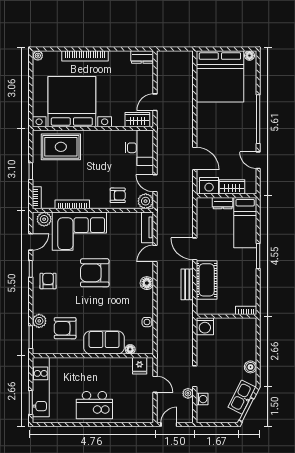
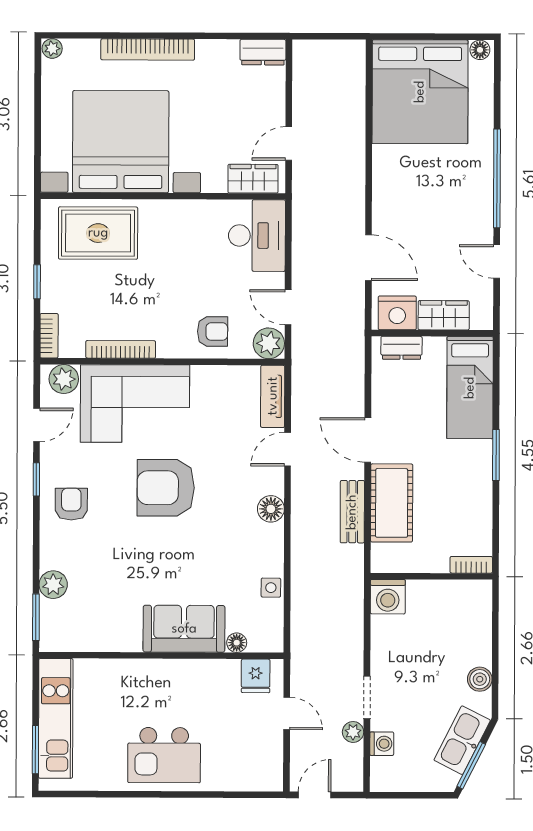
dresser: (223, 203) -> (401, 348), moved
armchair: (65, 328) -> (105, 599), removed

